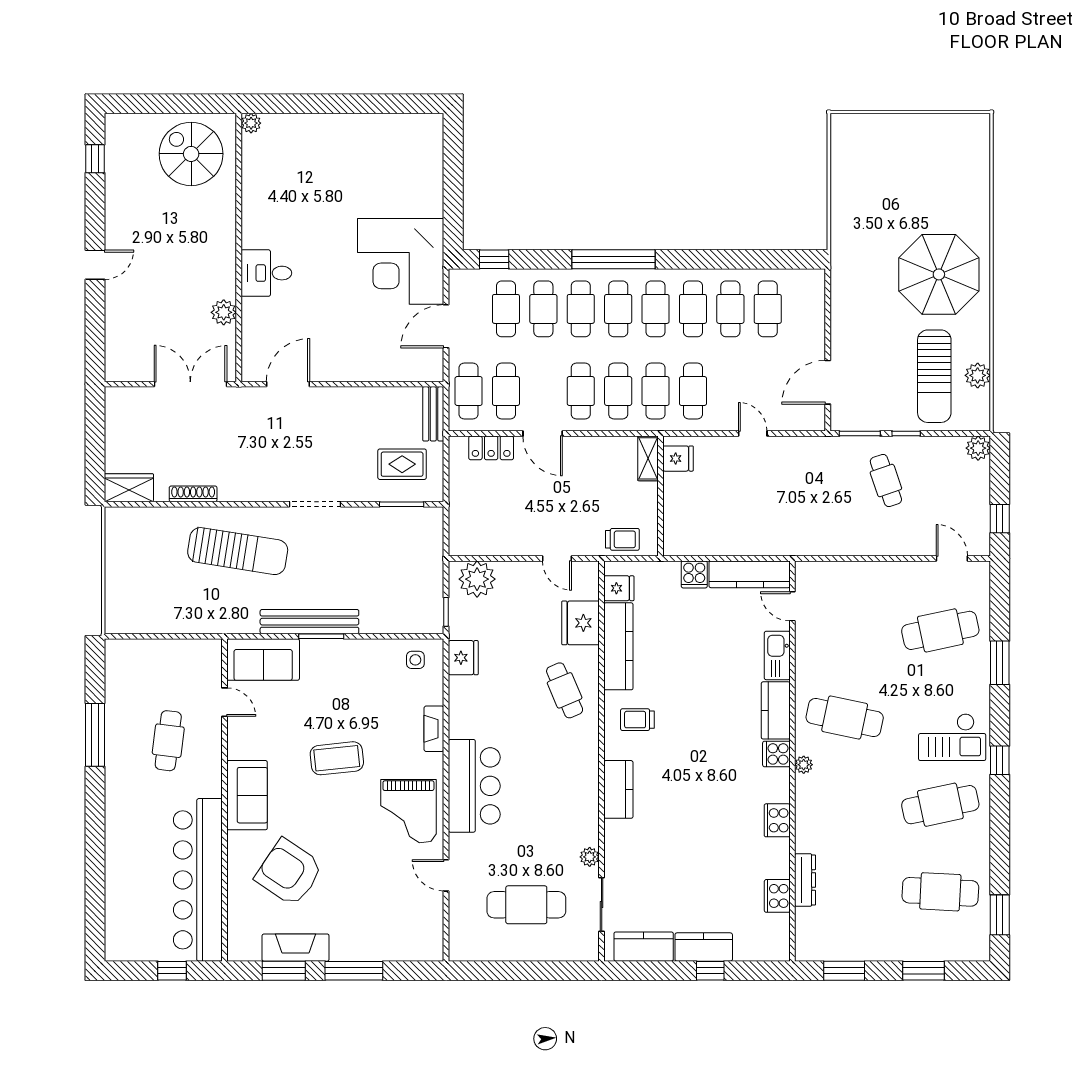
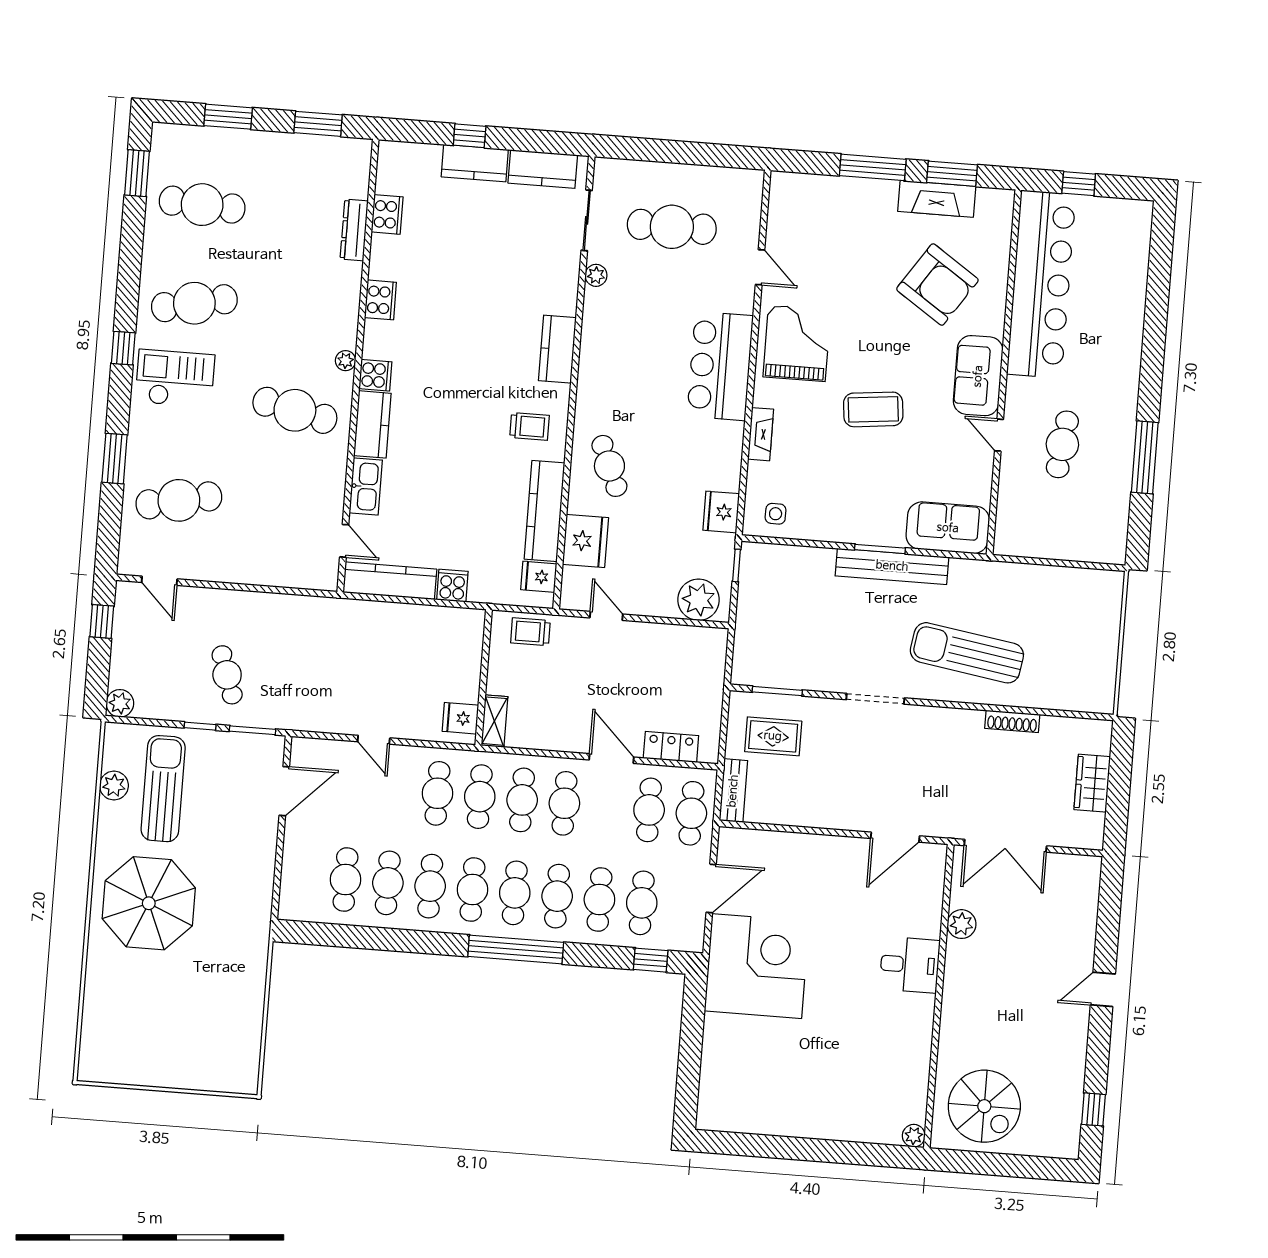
wardrobe: (129, 488) -> (1092, 783), moved, turned 90
door: (225, 702) -> (999, 435), moved

